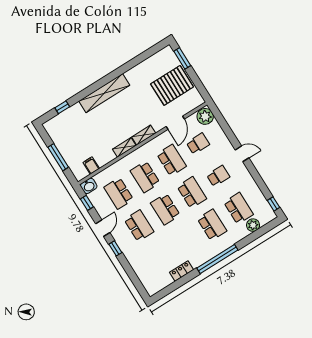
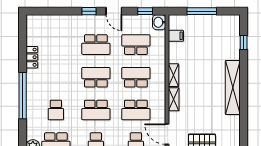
school desk: (212, 225) -> (56, 110), width x0.54

